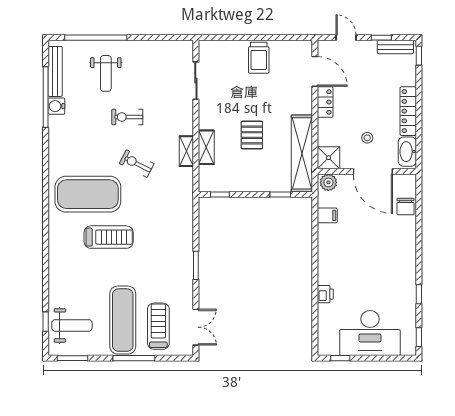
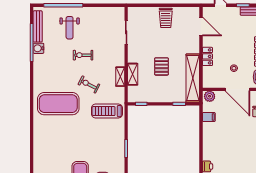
locker: (325, 102) -> (207, 56), moved
shower: (328, 158) -> (210, 81), removed
treadmill: (109, 237) -> (107, 111), moved, turned 180

